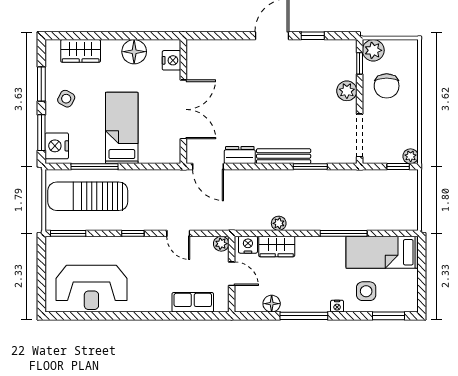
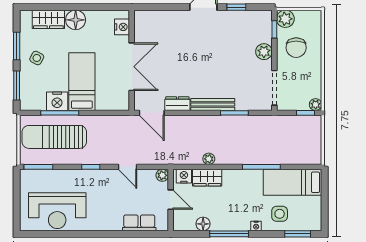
floor lamp: (134, 52) -> (76, 20), moved
nightstand: (57, 146) -> (57, 101), moved, turned -90

